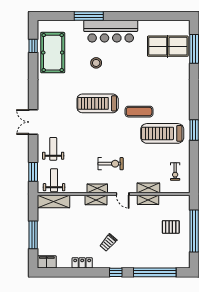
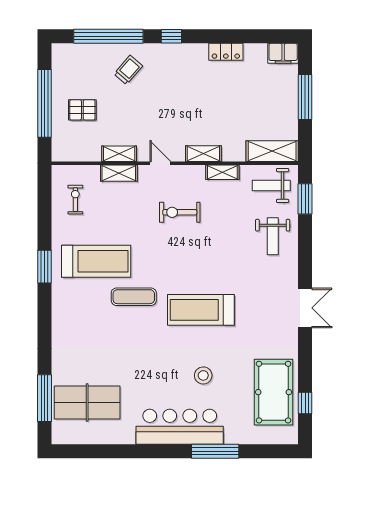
treadmill: (98, 103) -> (201, 310), turned 180
double door: (33, 122) -> (305, 308), moved
weight bench: (54, 180) -> (271, 186), turned 90
shelving: (97, 188) -> (222, 172), moved
trolley: (108, 243) -> (128, 70), moved

